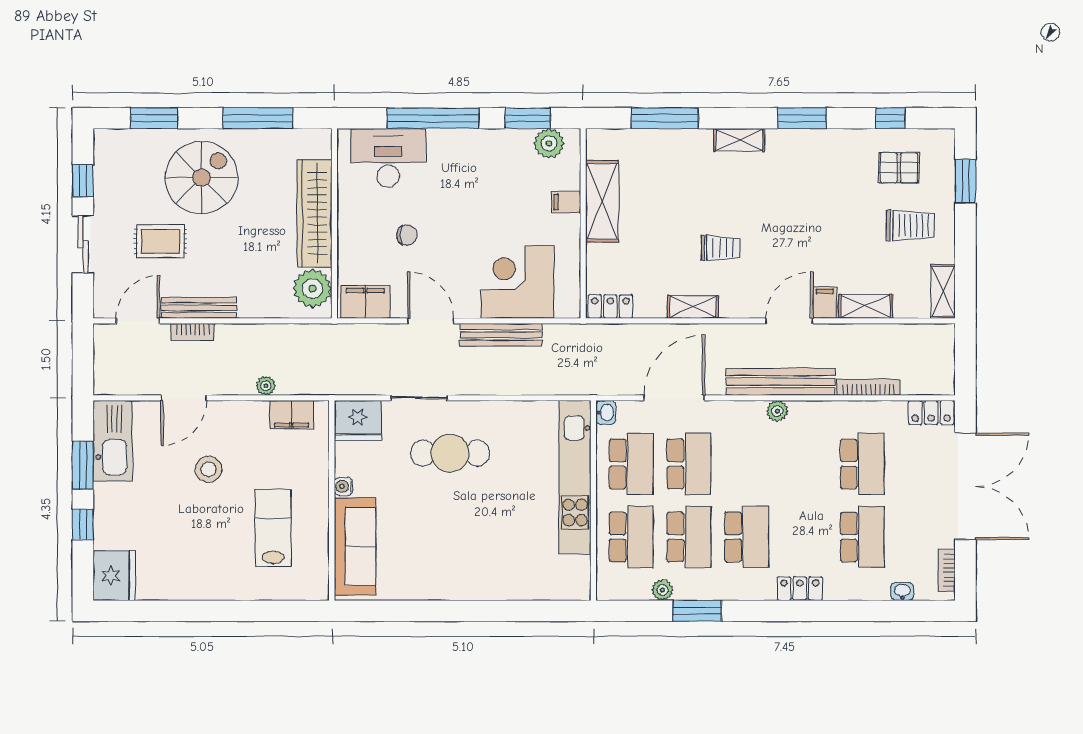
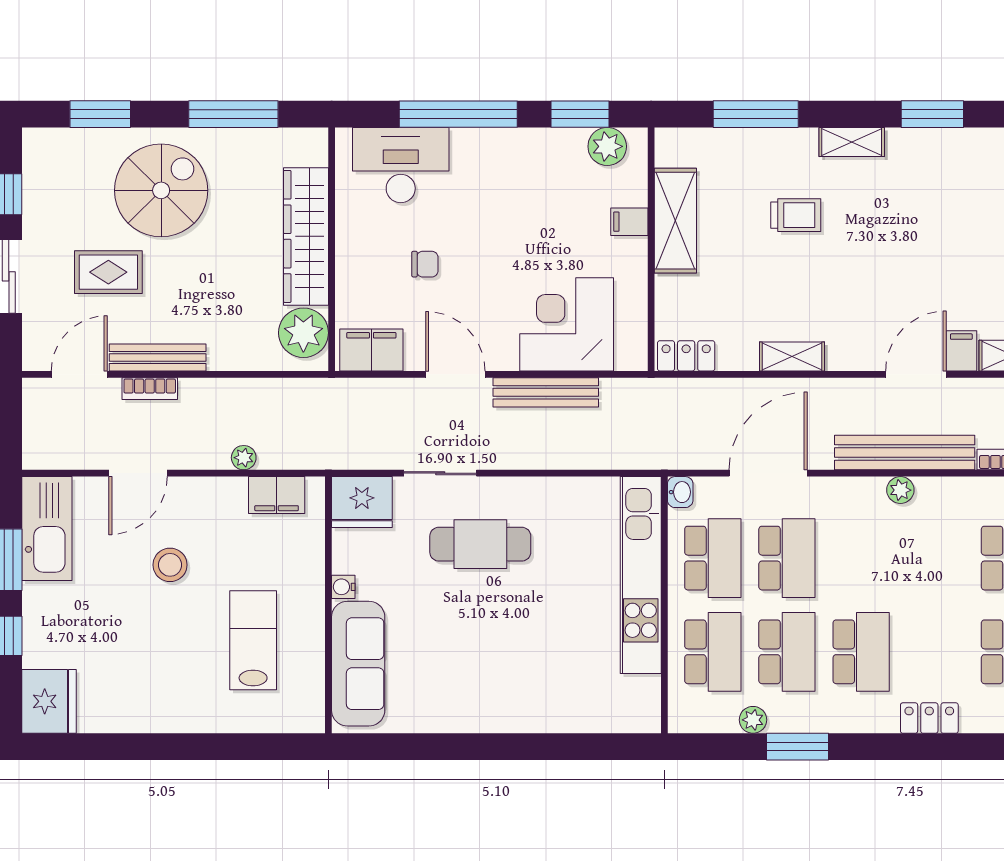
trolley: (720, 248) -> (796, 215), moved

